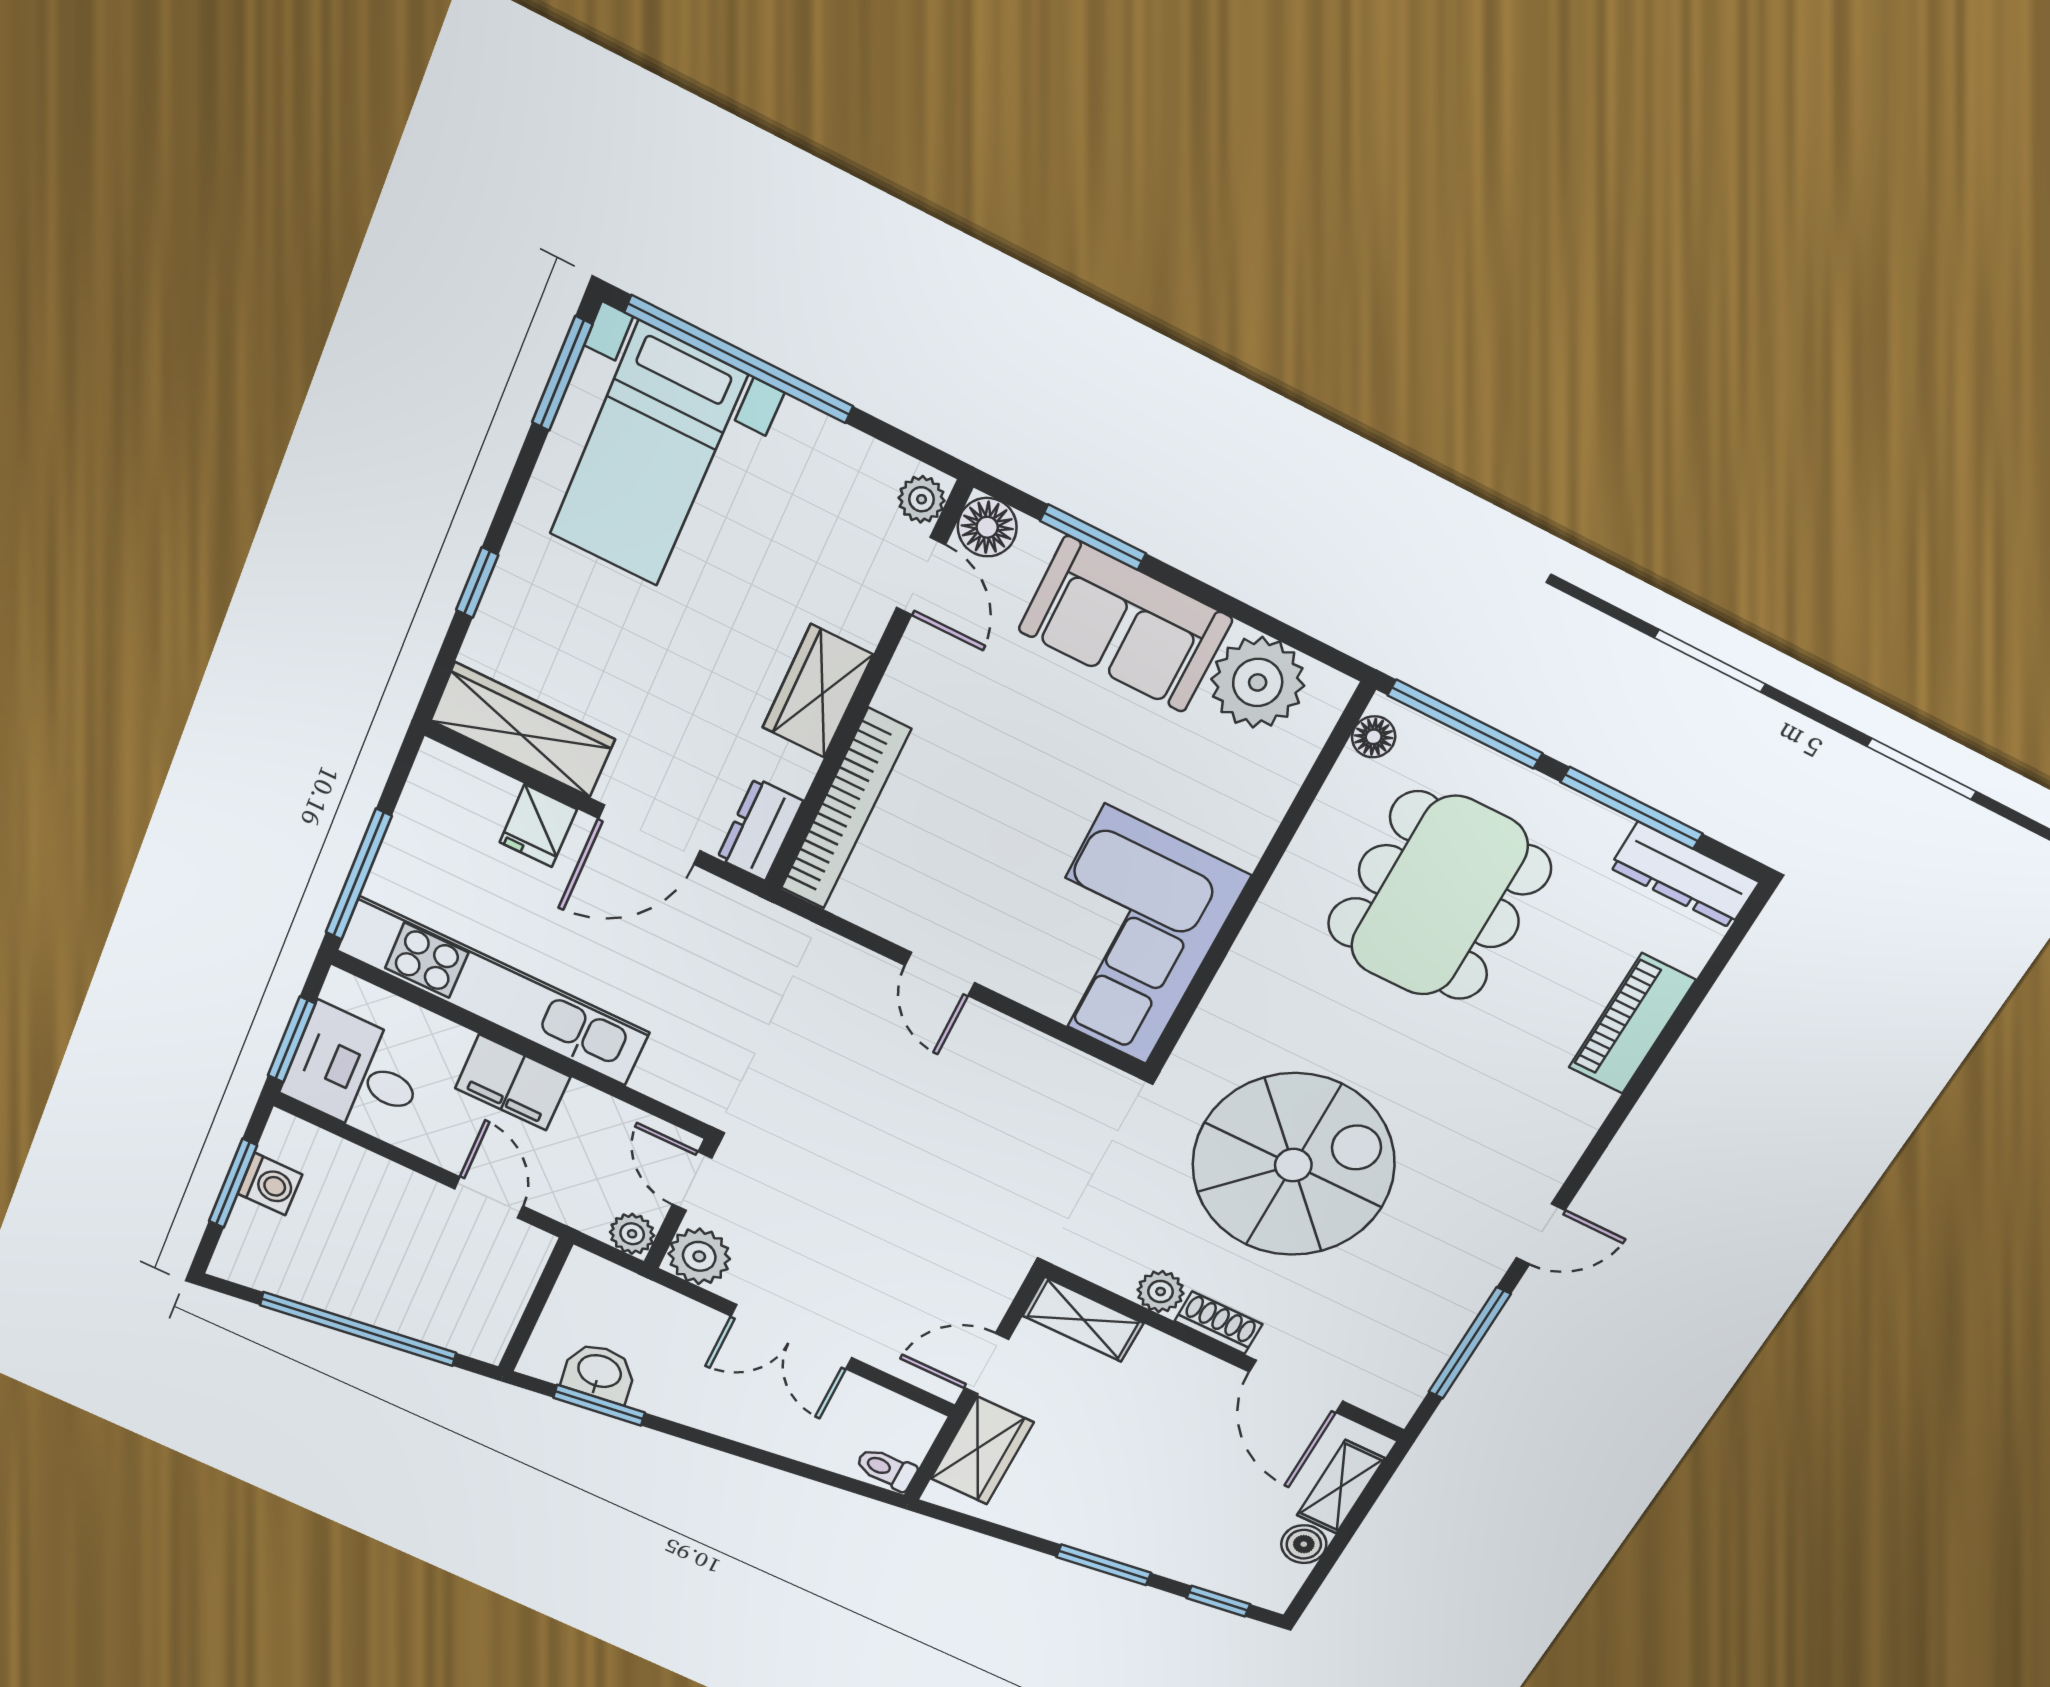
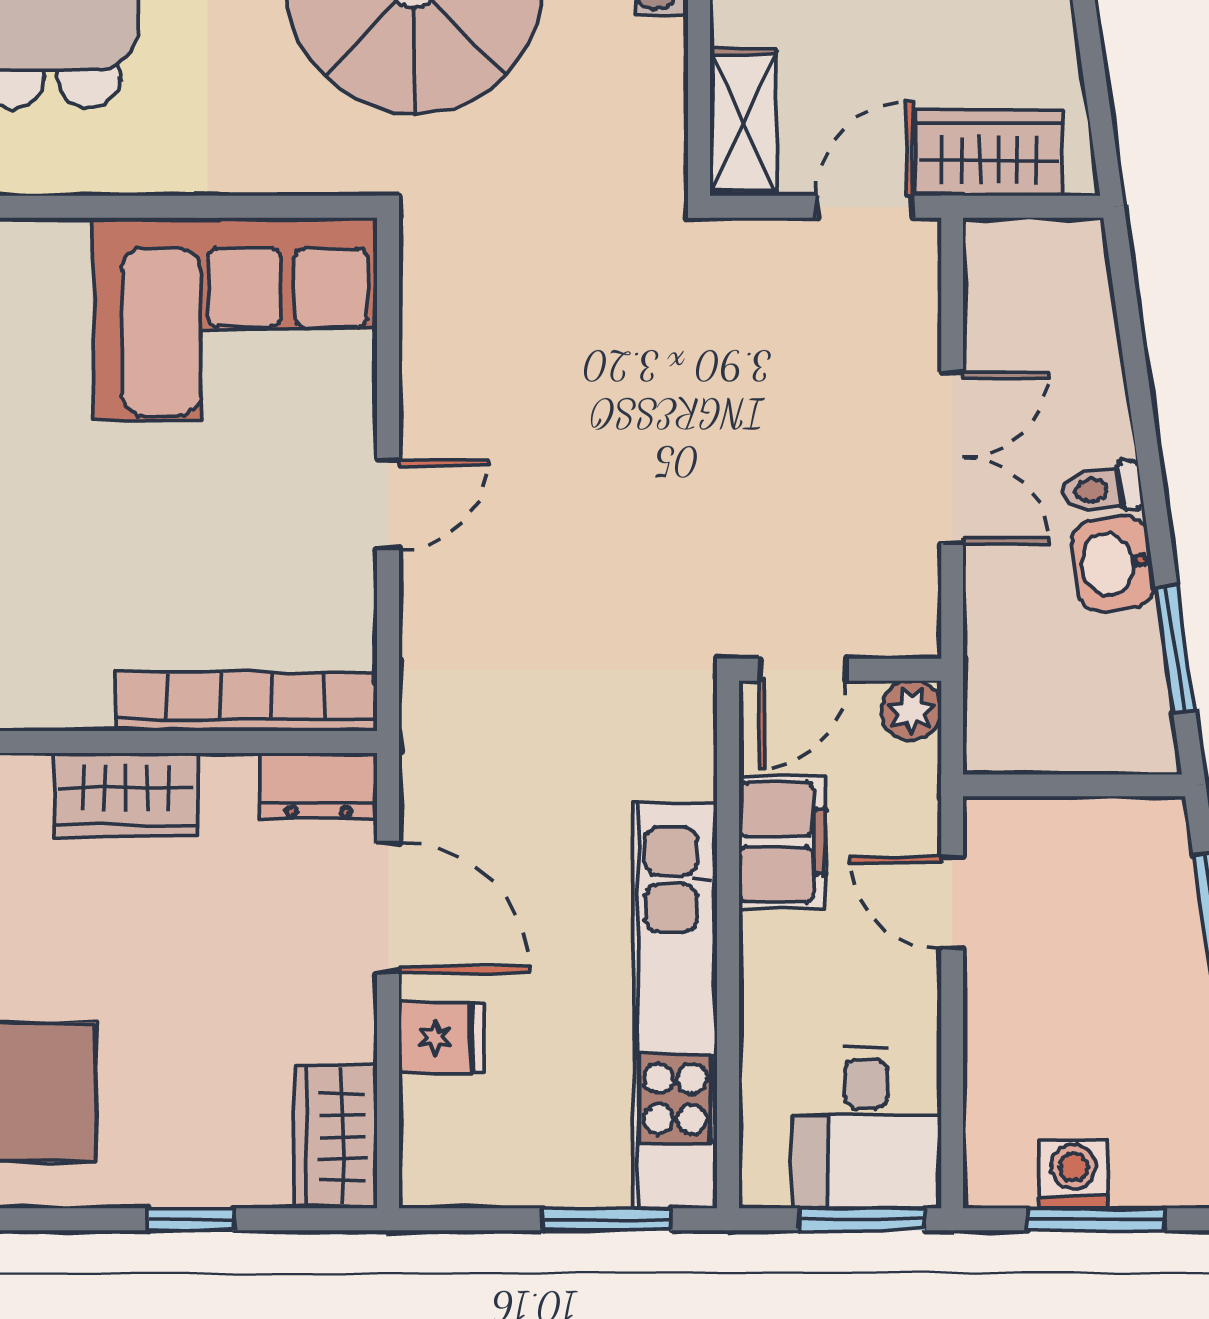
wardrobe: (523, 730) -> (336, 1137), width x0.67
window: (359, 875) -> (607, 1219), width x0.69
filing cabinet: (513, 1082) -> (782, 842), moved
door: (489, 1197) -> (952, 903), hinge flipped
plant: (699, 1256) -> (900, 617), removed
plant: (1161, 1292) -> (658, 51), removed
door: (987, 1364) -> (864, 207), swing flipped
washbasin: (599, 1373) -> (1113, 564), moved
toilet: (886, 1469) -> (1102, 489), moved, turned 82

